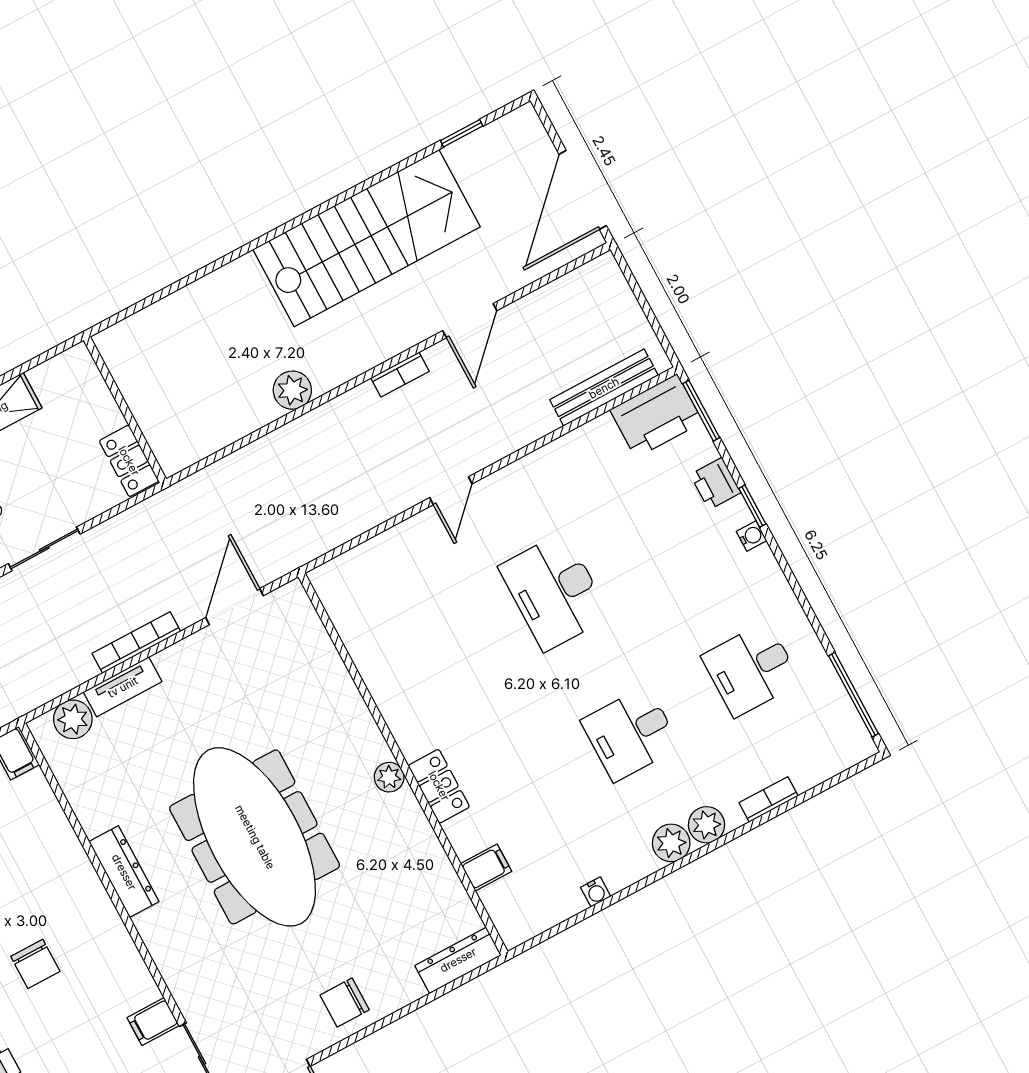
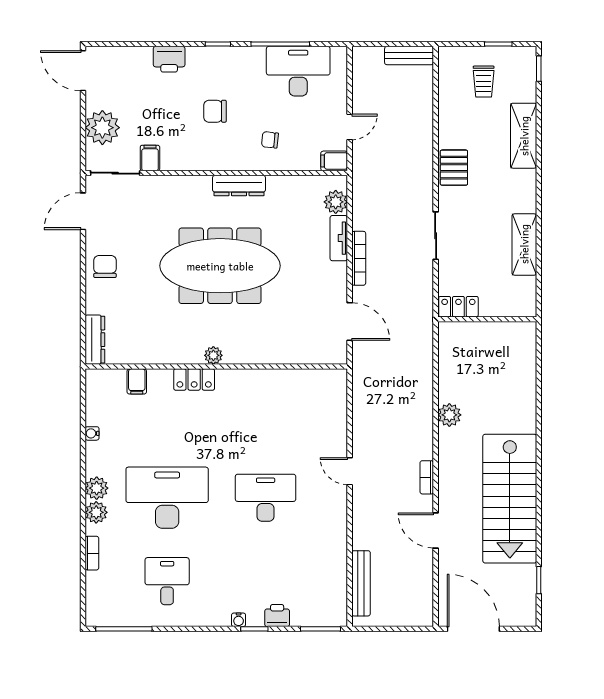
printer: (656, 416) -> (331, 603), removed
desk: (631, 734) -> (167, 498), width x1.87, depth x1.30
chair: (34, 862) -> (270, 140), added

